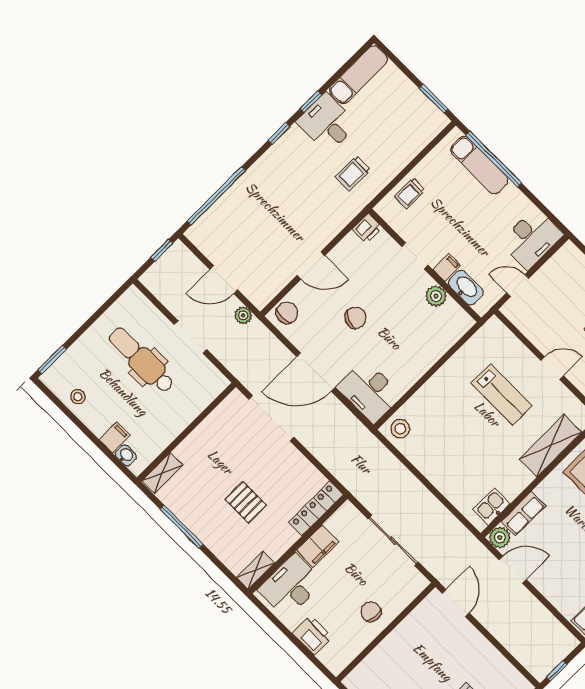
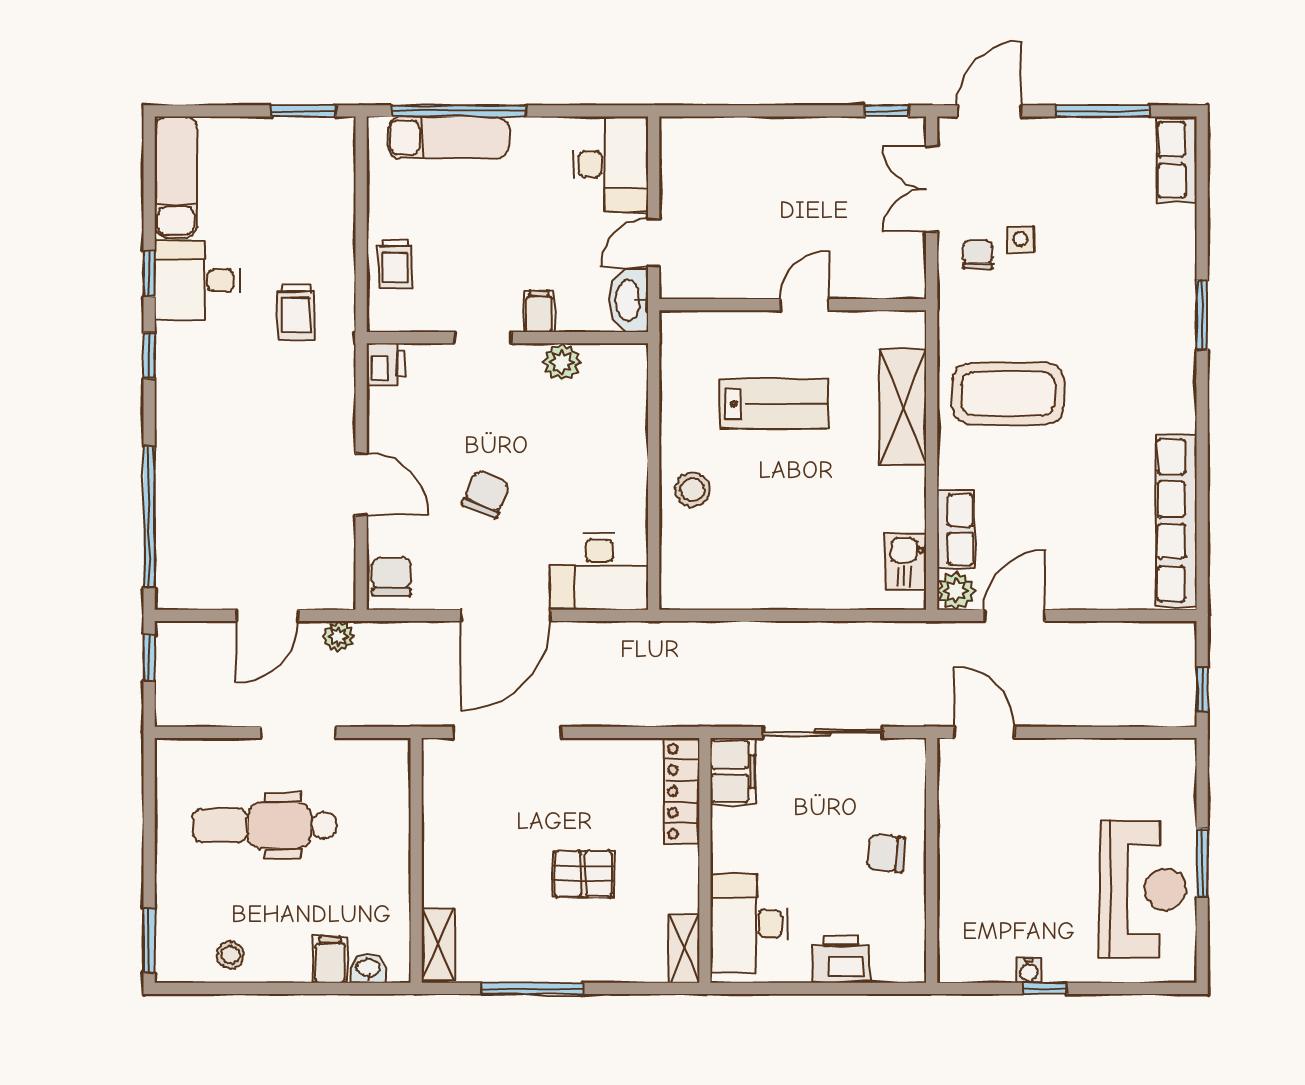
door: (311, 265) -> (361, 484), hinge flipped
washbasin: (466, 288) -> (629, 300), moved, turned -90
stool: (400, 429) -> (692, 490), moved
filing cabinet: (318, 546) -> (733, 771), moved

